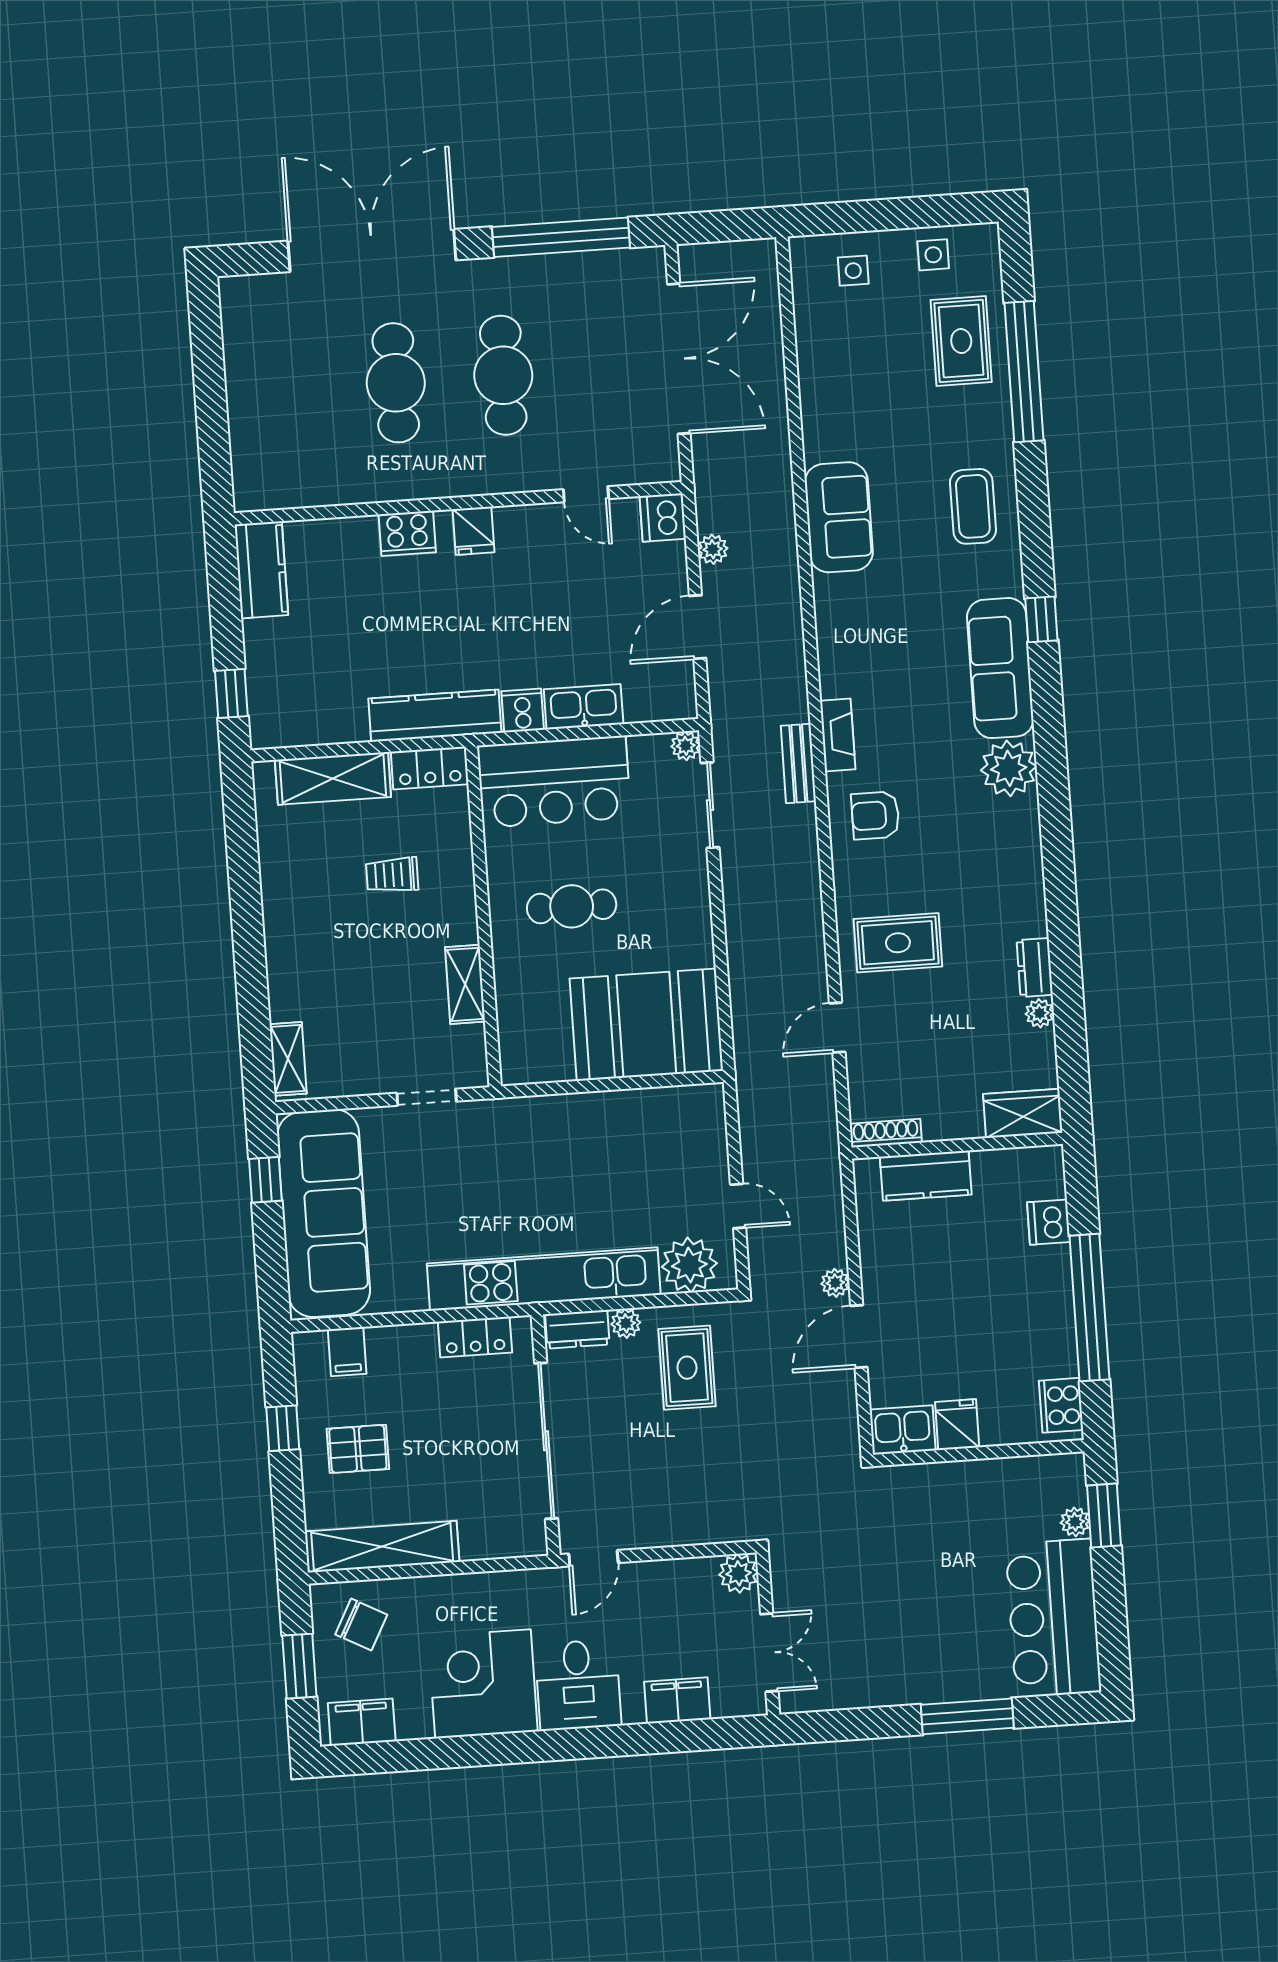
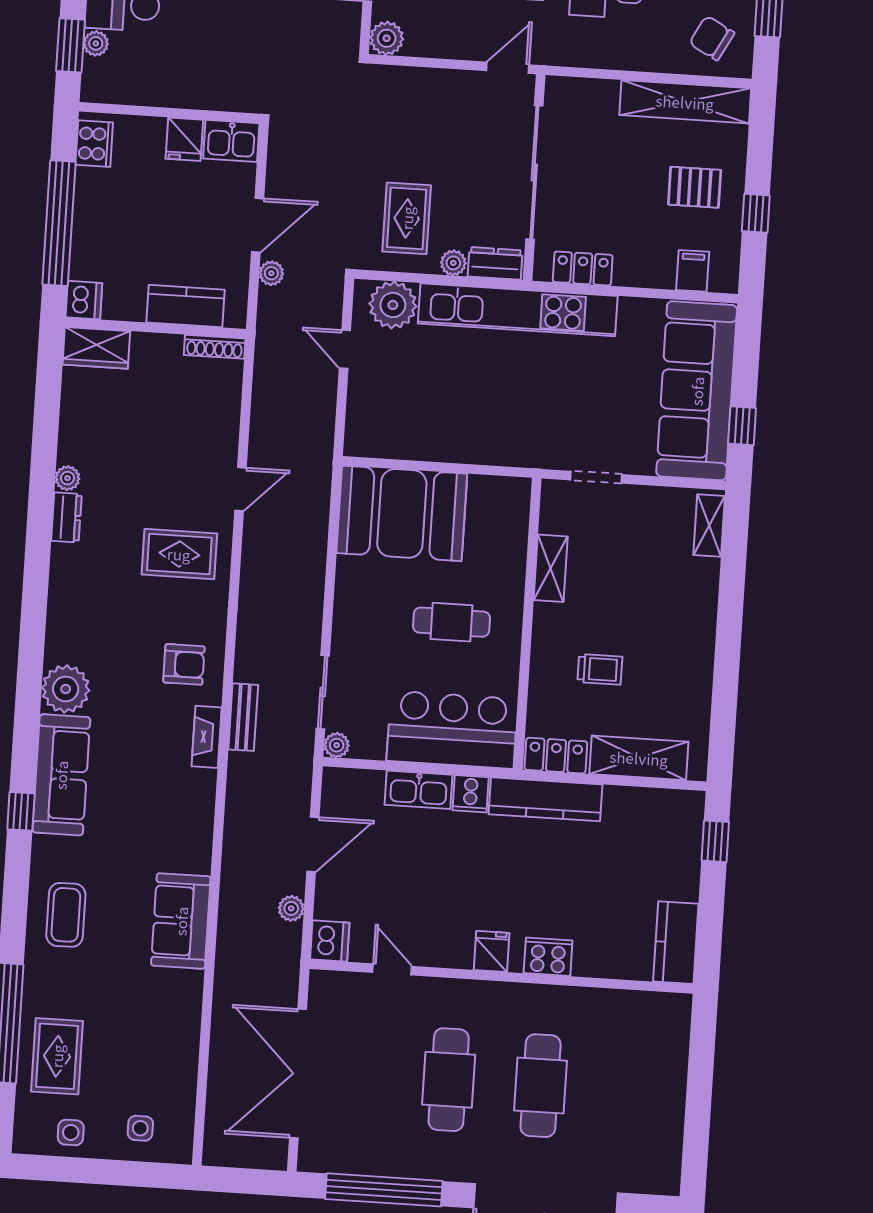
wardrobe: (1023, 1113) -> (96, 348), moved
shoe rack: (886, 1133) -> (215, 347), moved
wall: (957, 1146) -> (156, 328), moved
kitchen counter: (926, 1176) -> (186, 306), moved

